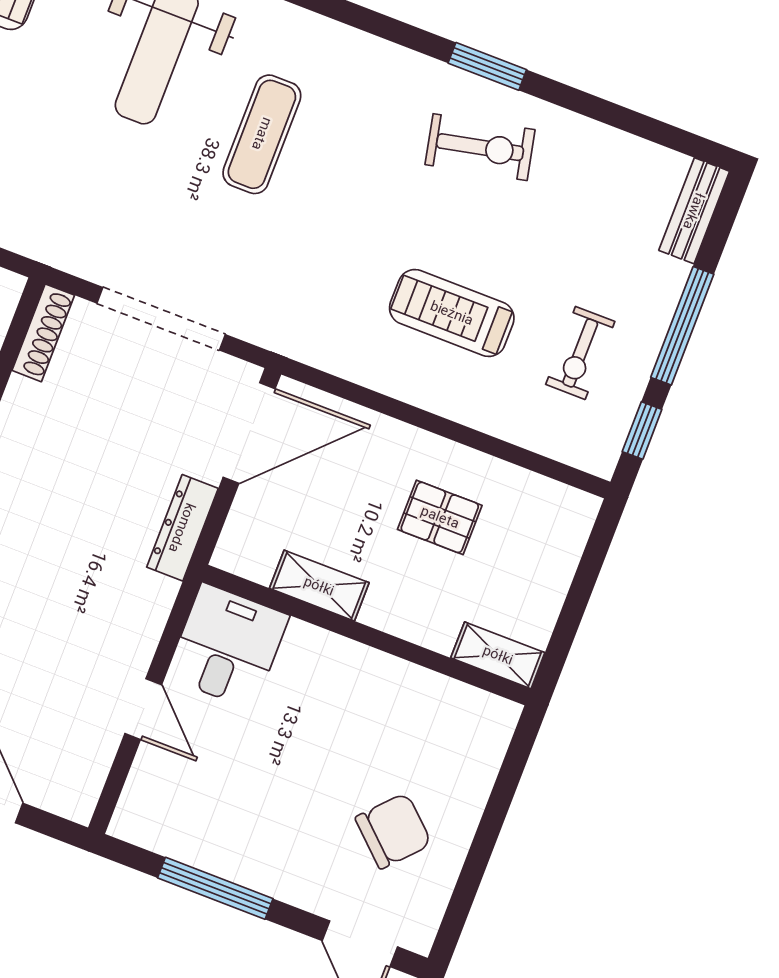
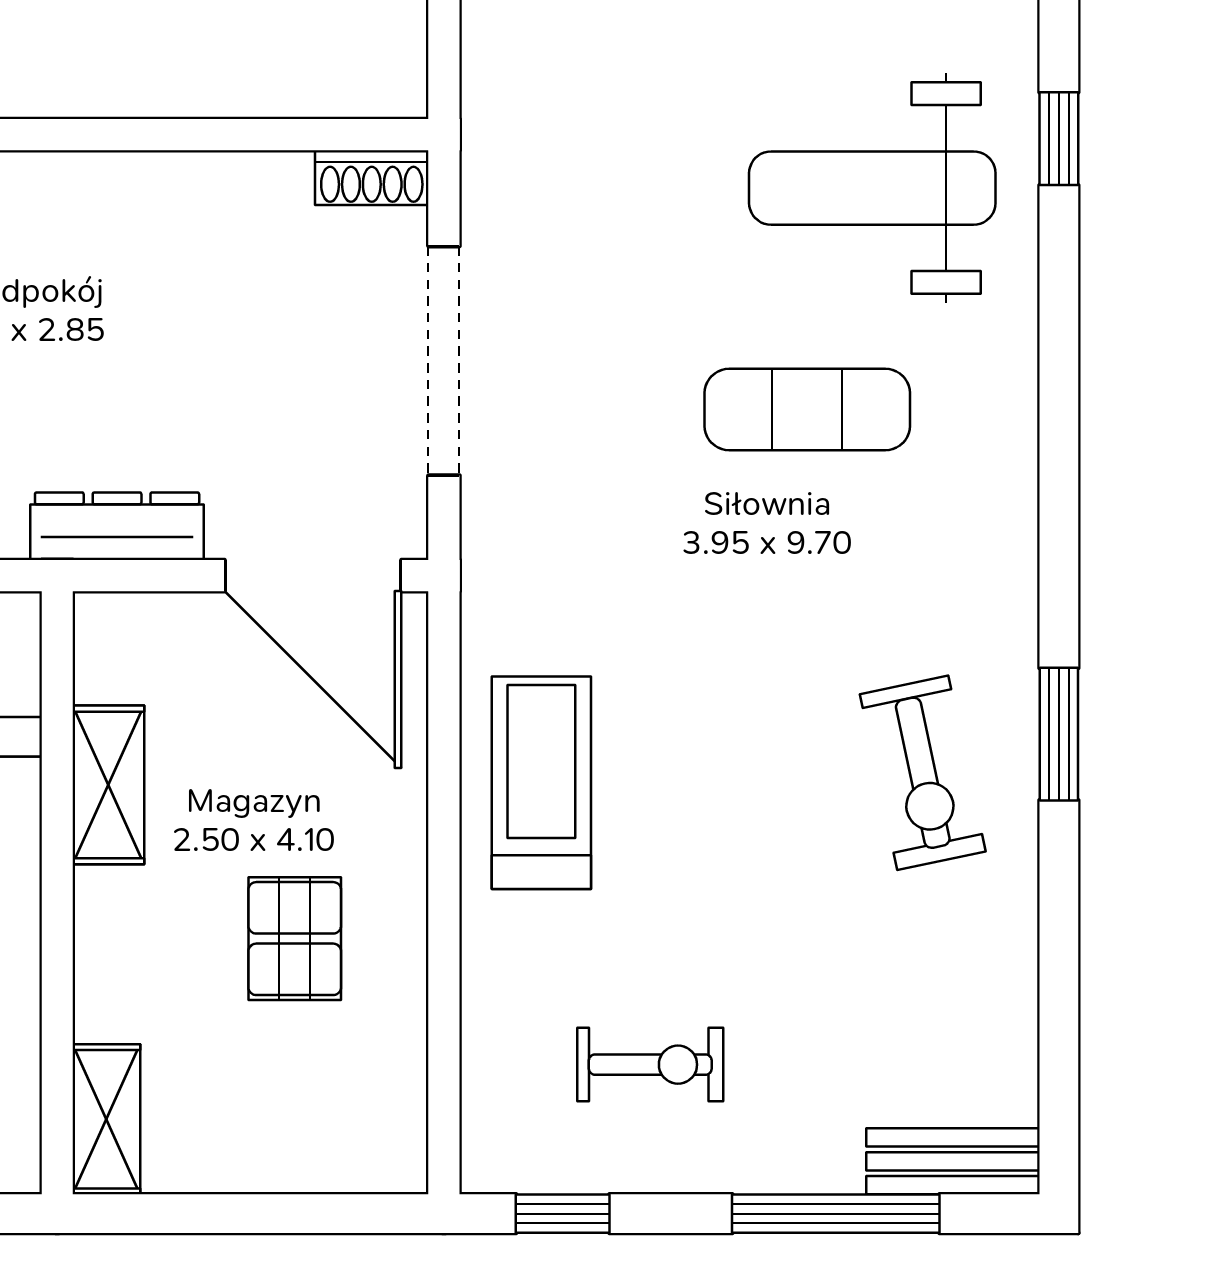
treadmill: (452, 313) -> (541, 783), moved
window: (682, 326) -> (836, 1214), moved
shoe rack: (43, 333) -> (372, 178), width x0.70
exercise bike: (580, 353) -> (650, 1065), turned 180

